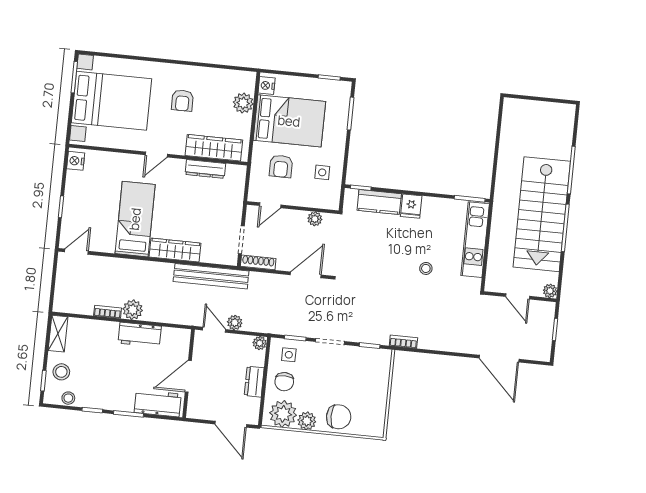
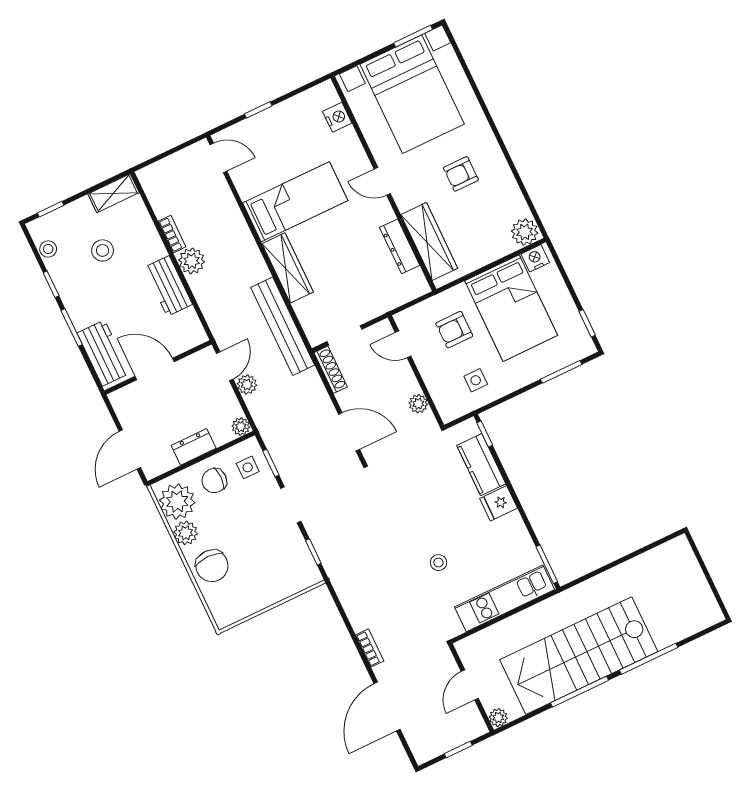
plant: (243, 103) -> (525, 232), moved
nightstand: (76, 161) -> (337, 117), moved, turned 90
bookcase: (403, 342) -> (370, 648), moved
stool: (61, 372) -> (103, 250), moved

